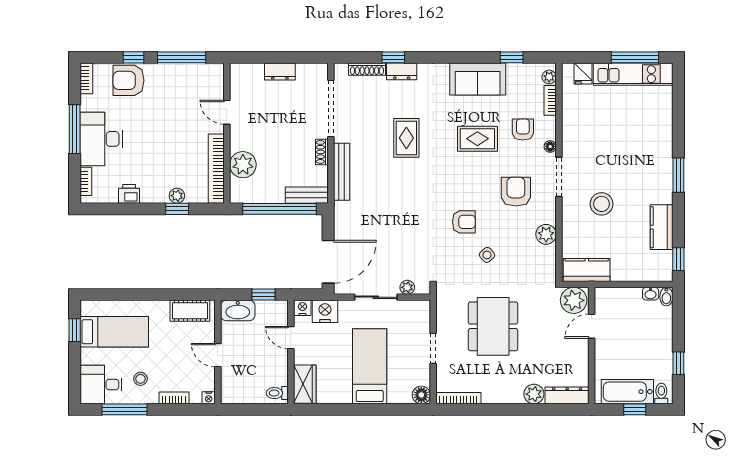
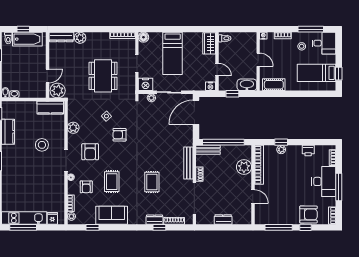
rug: (477, 139) -> (112, 182), turned 90
nightstand: (325, 311) -> (145, 84), moved

